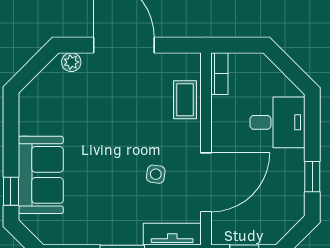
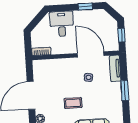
coffee table: (185, 100) -> (73, 103), moved

